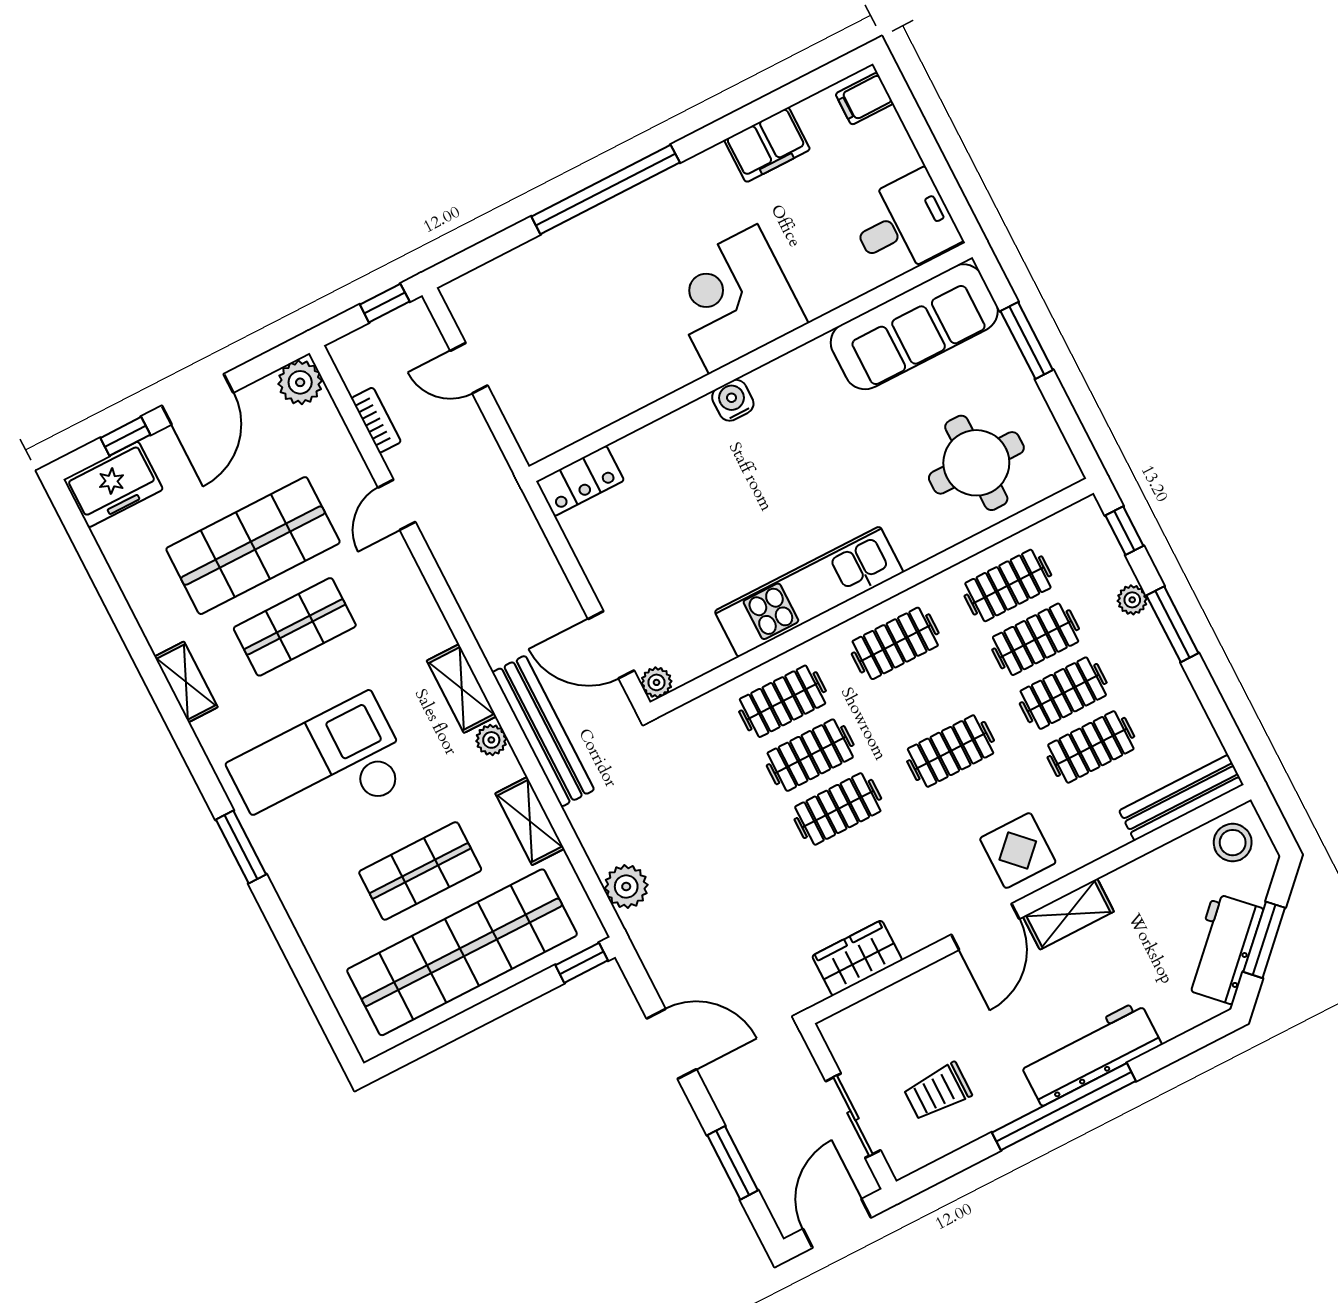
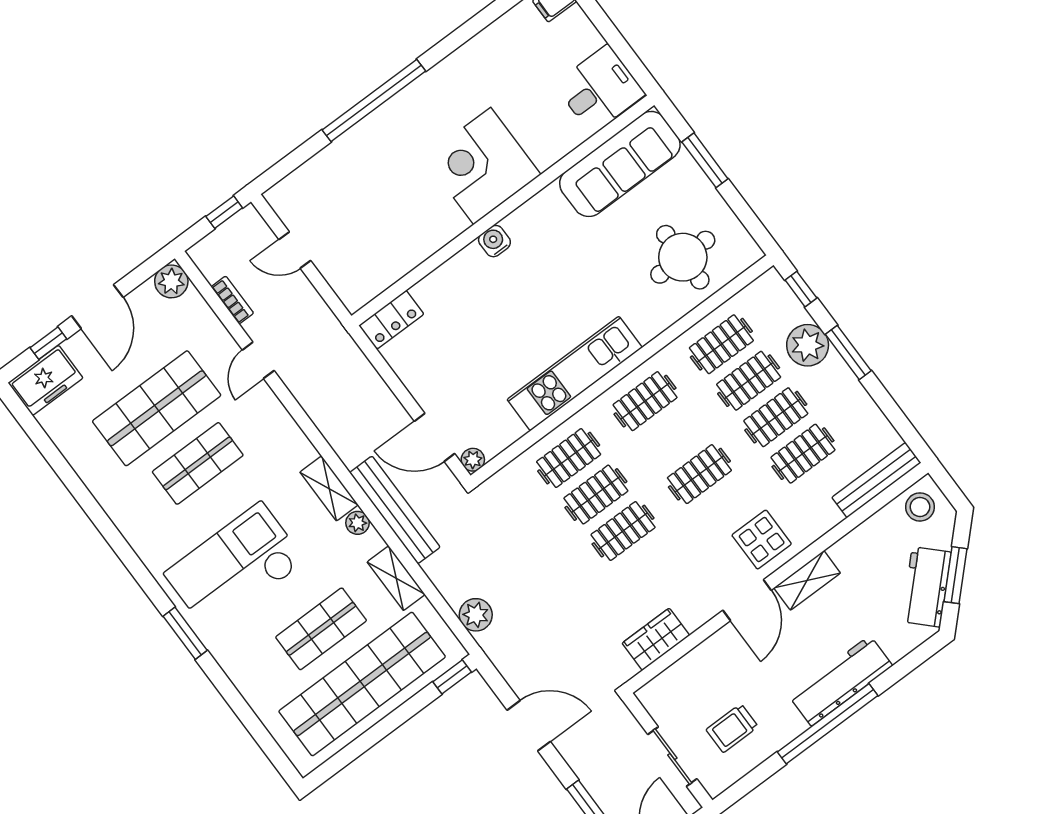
filing cabinet: (767, 145) -> (488, 47), removed
plant: (1132, 600) -> (808, 345), width x1.88, depth x1.88
shelving: (186, 682) -> (124, 518), removed

